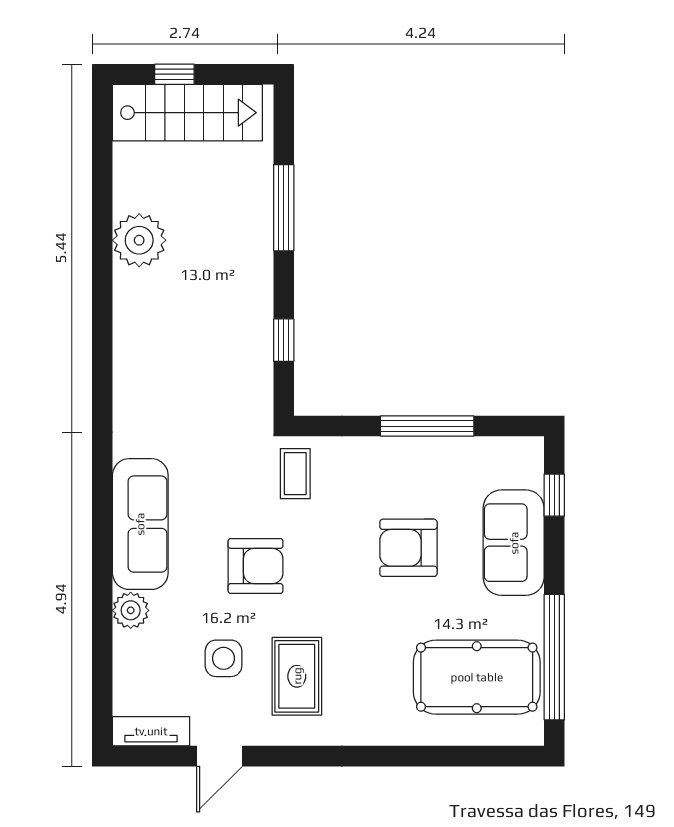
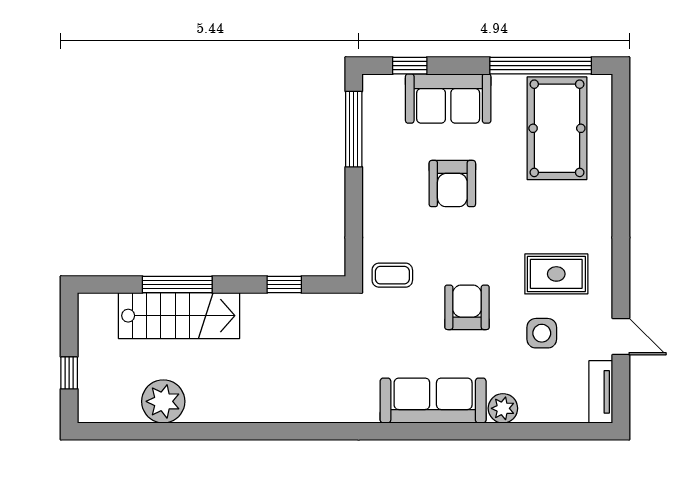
stairs: (187, 113) -> (179, 316), moved, turned 90
plant: (139, 240) -> (163, 401), moved
window: (427, 426) -> (354, 129), moved

